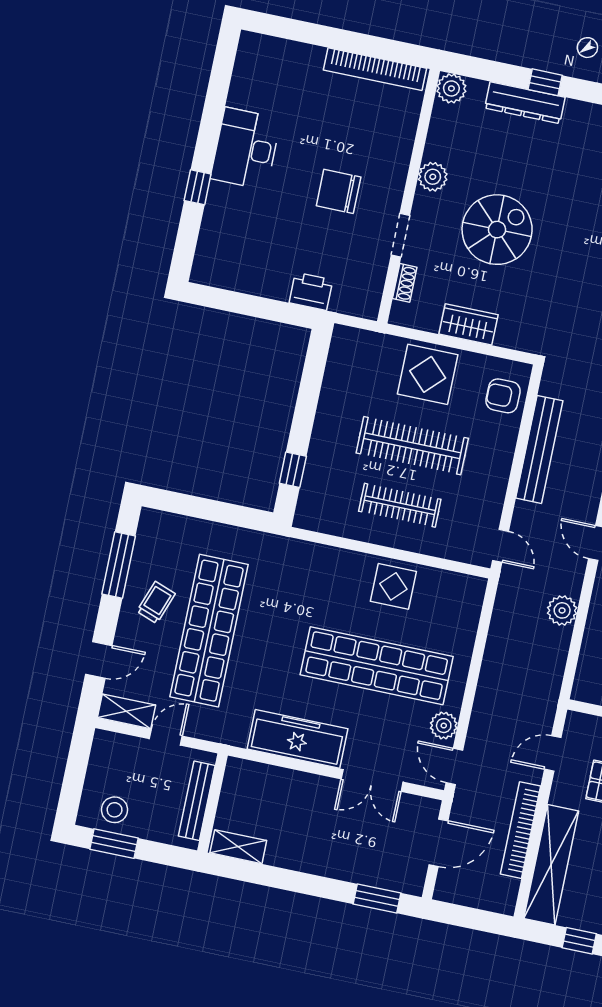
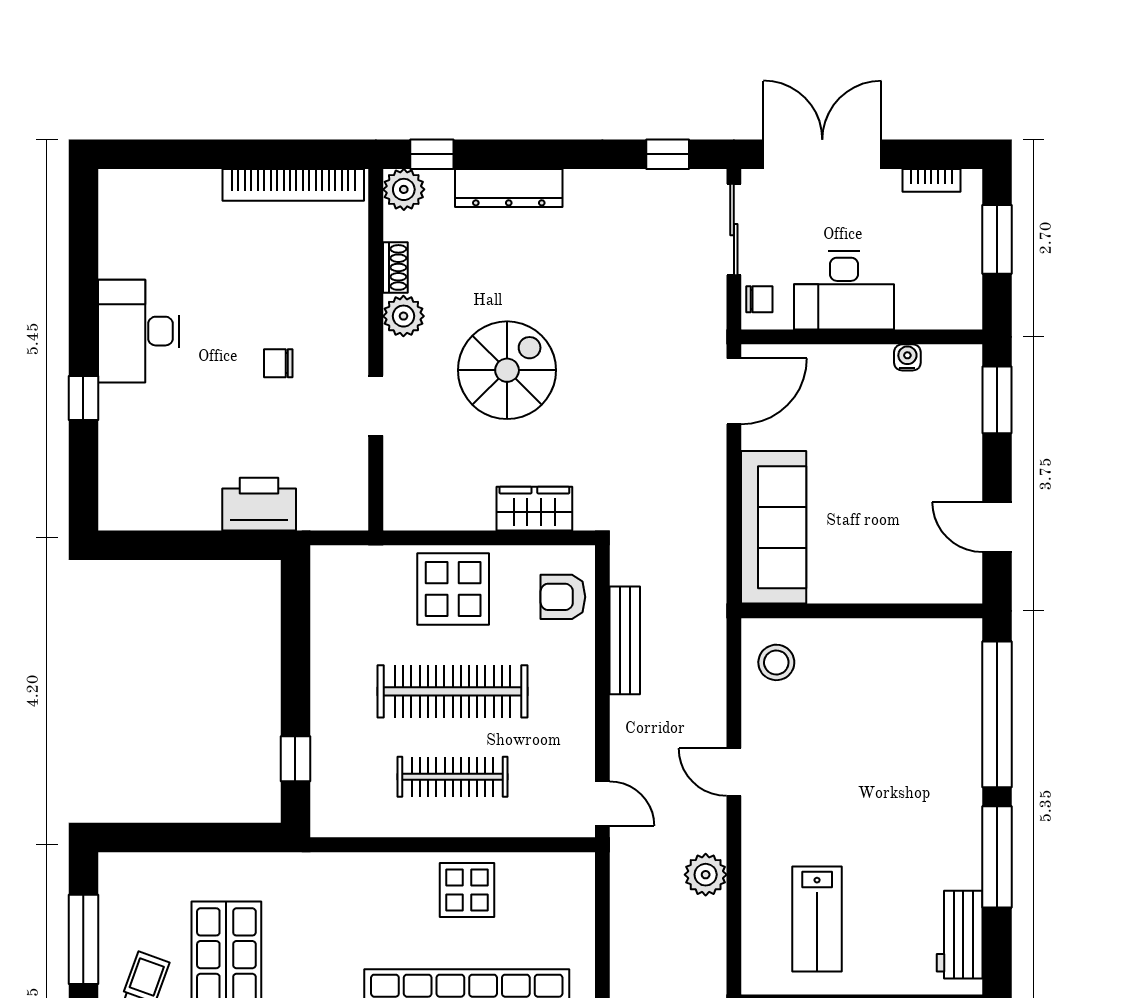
window: (545, 82) -> (432, 154), moved
chair: (339, 191) -> (278, 363), width x0.54, depth x0.54
shoe rack: (405, 283) -> (395, 267), moved
printer: (311, 291) -> (259, 504), width x1.37, depth x1.19
wardrobe: (468, 324) -> (534, 509), moved
bench: (539, 449) -> (625, 640), width x0.73, depth x0.82

